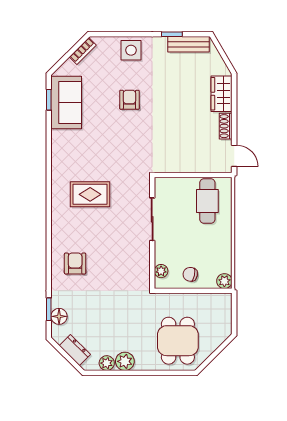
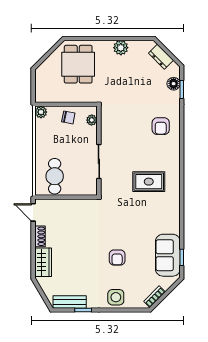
plant: (107, 363) -> (135, 46), removed

